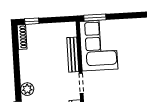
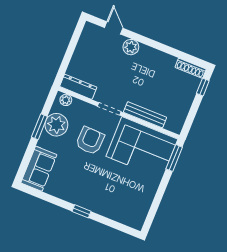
armchair: (112, 87) -> (90, 141), added

